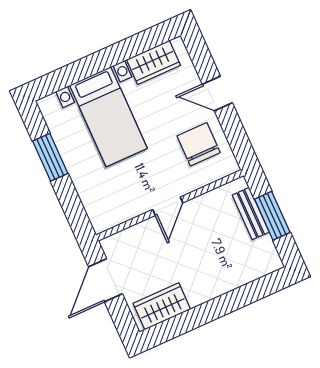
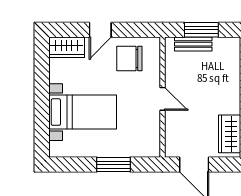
wardrobe: (153, 62) -> (67, 47), moved, turned 90
window: (50, 157) -> (113, 165), moved

